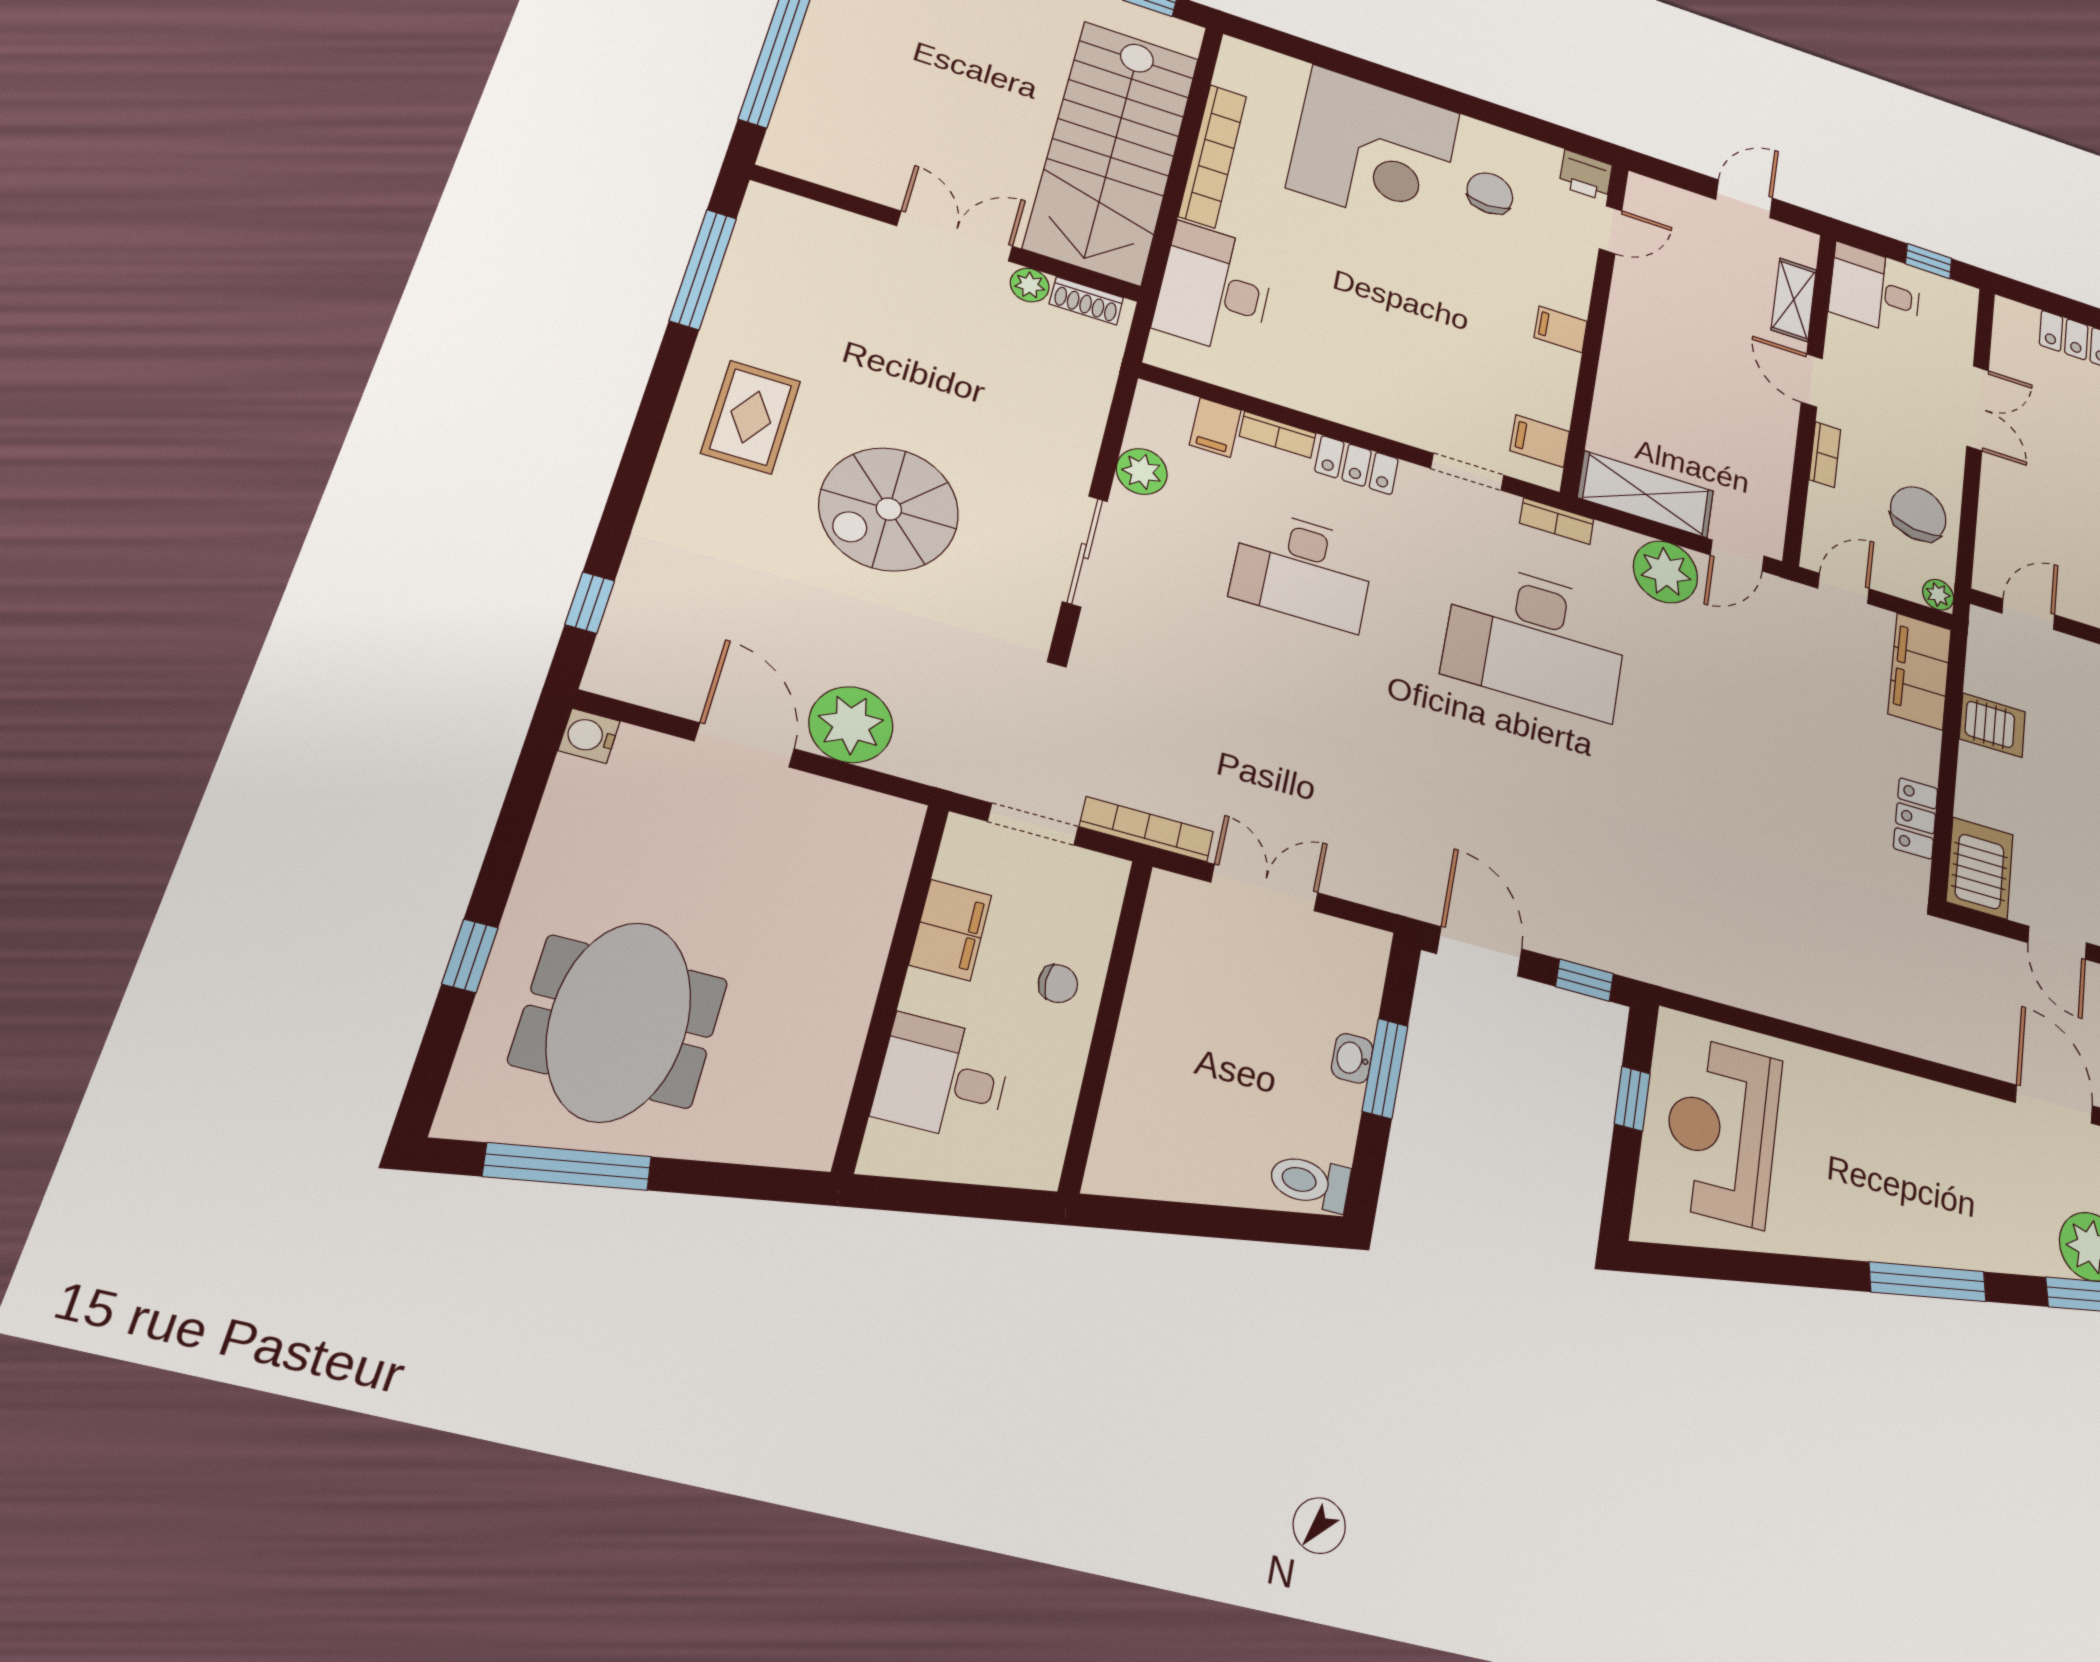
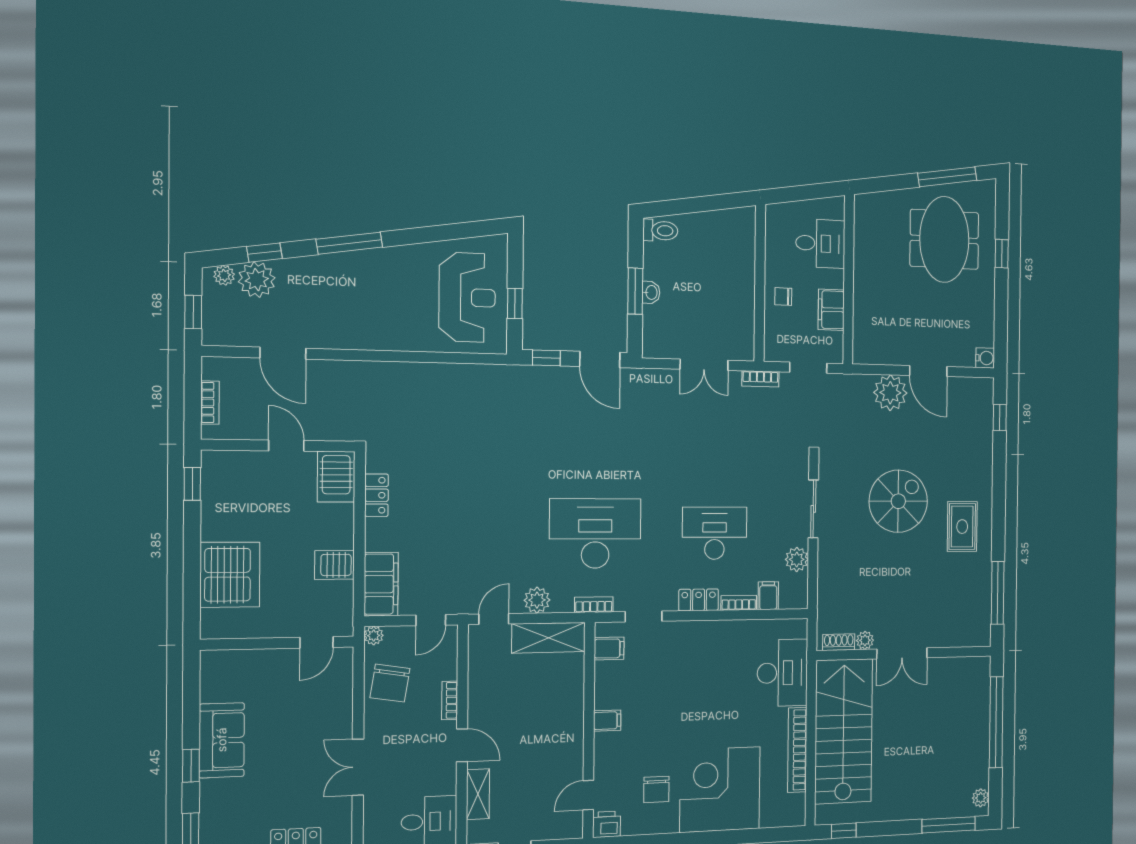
plant: (1665, 572) -> (537, 600), width x0.73, depth x0.73
bookcase: (1147, 829) -> (760, 379), width x0.64

